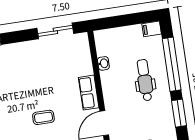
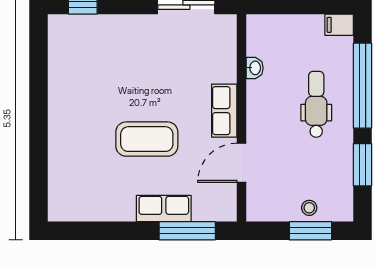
coffee table: (43, 117) -> (147, 139), width x1.86, depth x1.72

